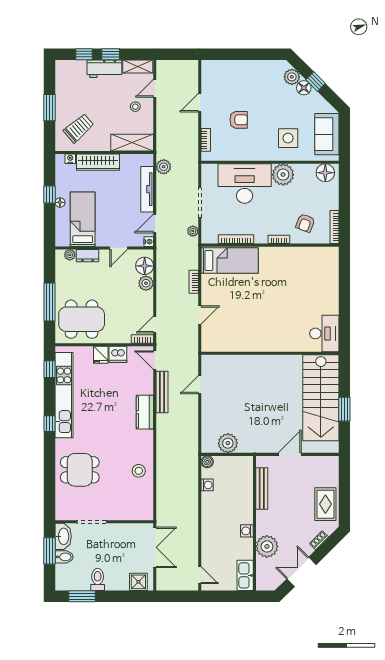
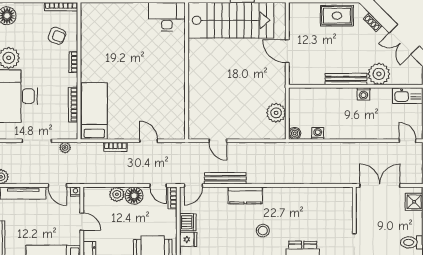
floor lamp: (145, 266) -> (134, 196), moved
stool: (139, 471) -> (263, 231), moved
bench: (262, 488) -> (346, 79), moved
door: (200, 575) -> (408, 141), hinge flipped

